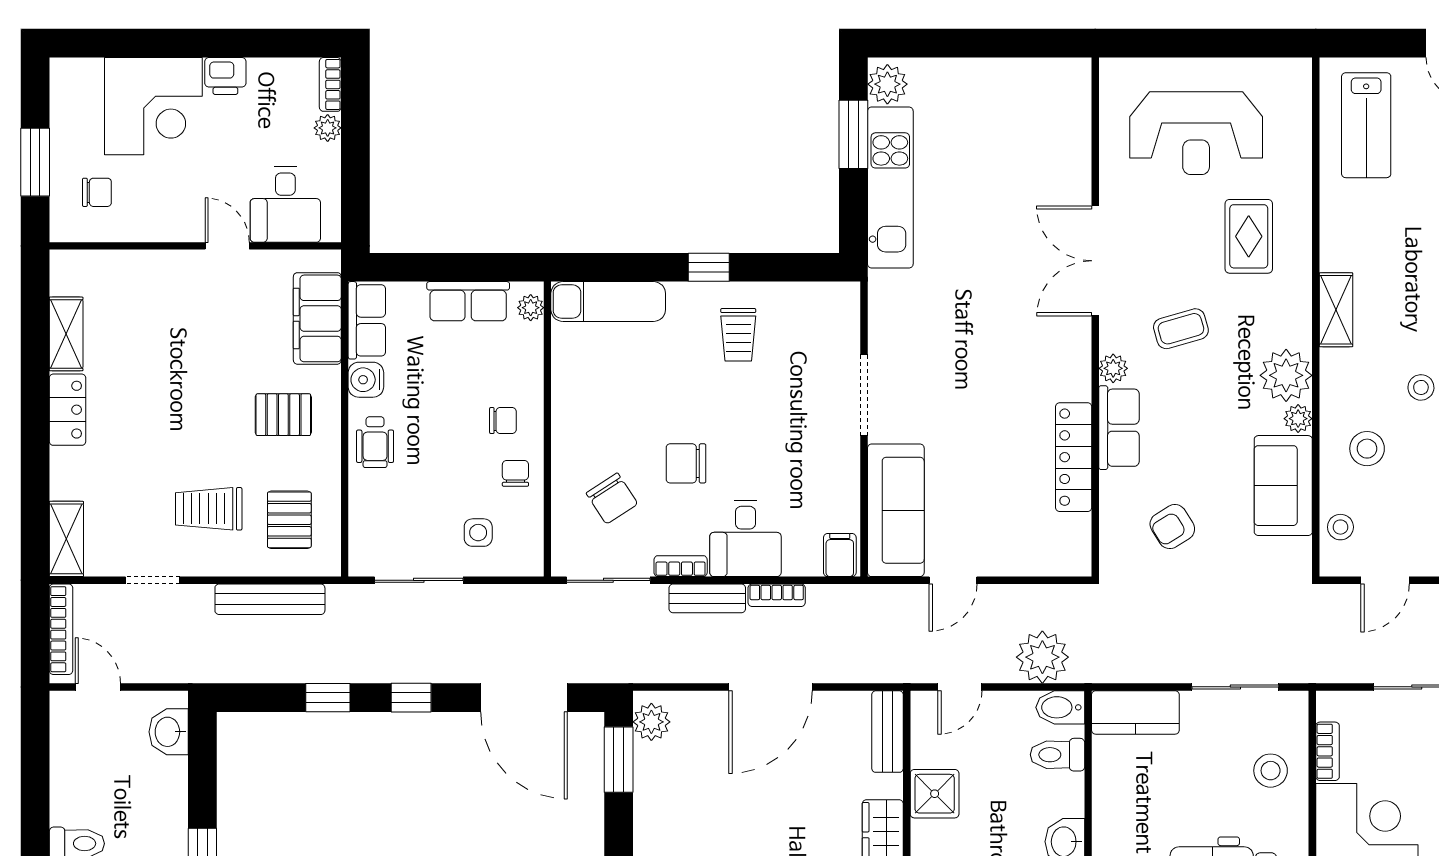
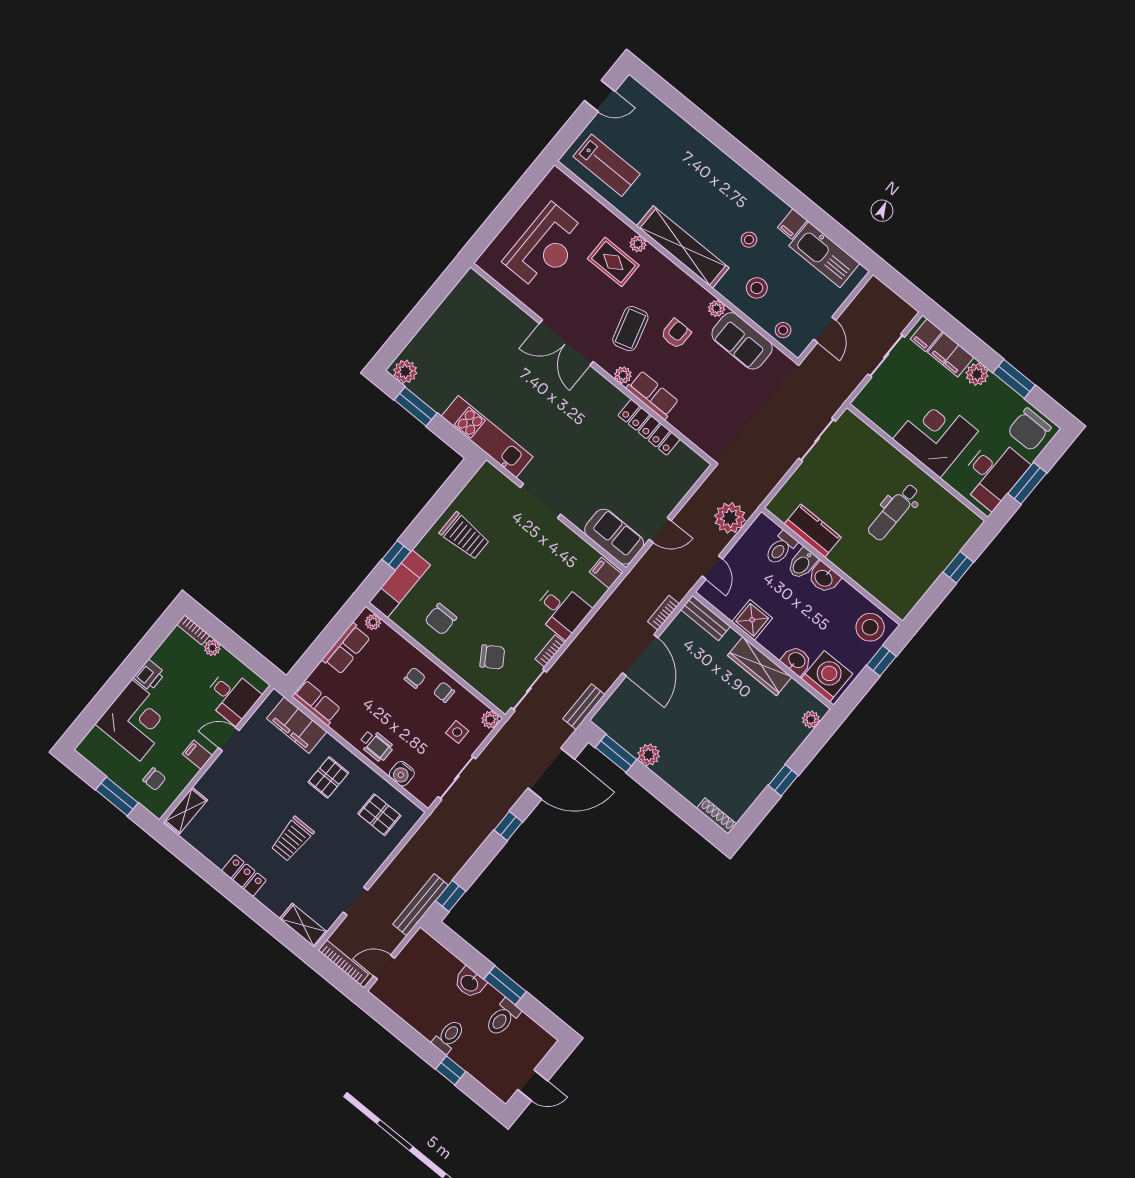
kitchen unit: (890, 188) -> (487, 437), moved
chair: (97, 192) -> (154, 779), turned 90
filing cabinet: (174, 222) -> (197, 755), added
window: (709, 267) -> (396, 555), moved
shelving: (1336, 310) -> (683, 247), width x2.20, depth x1.33
coffee table: (1181, 329) -> (630, 329), width x1.36, depth x1.30
shelving: (66, 334) -> (186, 811), moved, turned 90
trolley: (738, 335) -> (465, 536), width x1.36, depth x1.39
plant: (1286, 375) -> (638, 244), moved, width x0.53, depth x0.53
water cooler: (366, 380) -> (402, 774), moved
chair: (686, 463) -> (441, 619), moved
trolley: (209, 509) -> (292, 839), moved
sofa: (896, 510) -> (614, 537), width x0.73
armchair: (1172, 527) -> (676, 334), moved, turned -148
plant: (529, 562) -> (490, 720), added
door: (953, 580) -> (660, 530), hinge flipped
bookcase: (777, 595) -> (663, 613), moved, turned 180
bench: (707, 598) -> (584, 707), moved
bench: (270, 599) -> (421, 905), moved
window: (328, 698) -> (451, 896), moved
bidet: (1060, 707) -> (802, 564), moved
kitchen counter: (1135, 712) -> (813, 531), moved, turned -90
plant: (651, 722) -> (649, 755), moved
washbasin: (169, 732) -> (470, 983), moved
bookcase: (1328, 751) -> (882, 422), removed
stool: (1271, 771) -> (869, 455), removed

